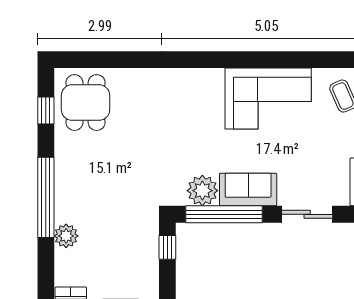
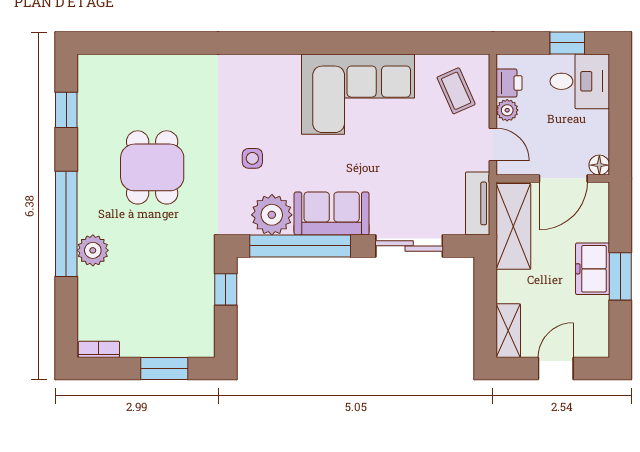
dining table: (86, 103) -> (152, 167), moved
side table: (188, 148) -> (252, 158), added
plant: (66, 236) -> (93, 250), moved

